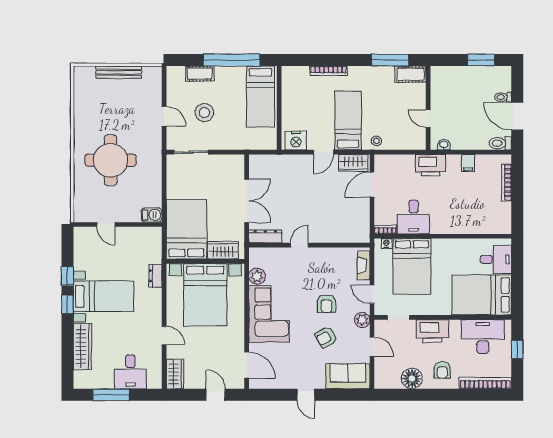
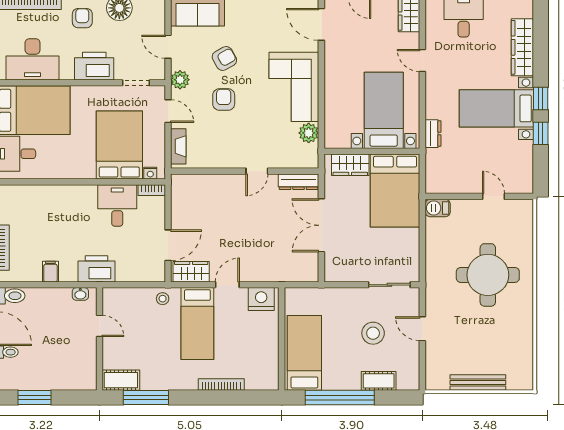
bed with nightstands: (205, 295) -> (384, 110), width x0.73

